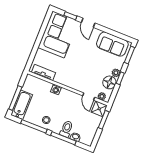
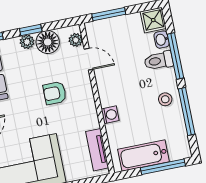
armchair: (83, 70) -> (55, 93), added
door: (89, 97) -> (89, 59), hinge flipped
bathtub: (22, 105) -> (144, 155), moved
shower: (99, 109) -> (153, 20), moved

